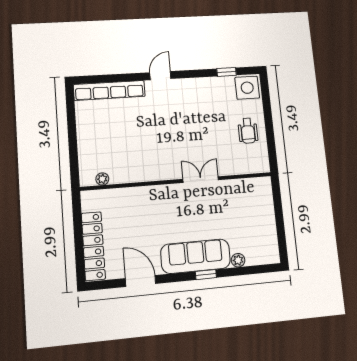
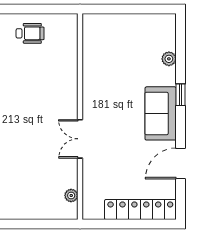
double door: (201, 180) -> (80, 139), moved
sofa: (196, 256) -> (161, 113), width x0.73

